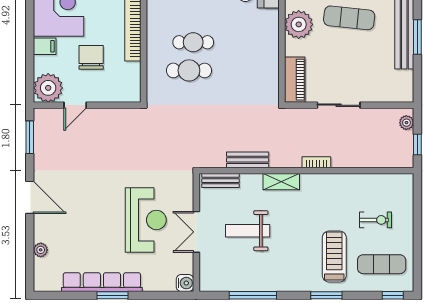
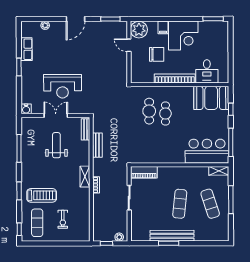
plant: (299, 24) -> (176, 175), removed
shelving: (281, 182) -> (85, 177), moved
row of seats: (102, 282) -> (26, 49), width x0.50

